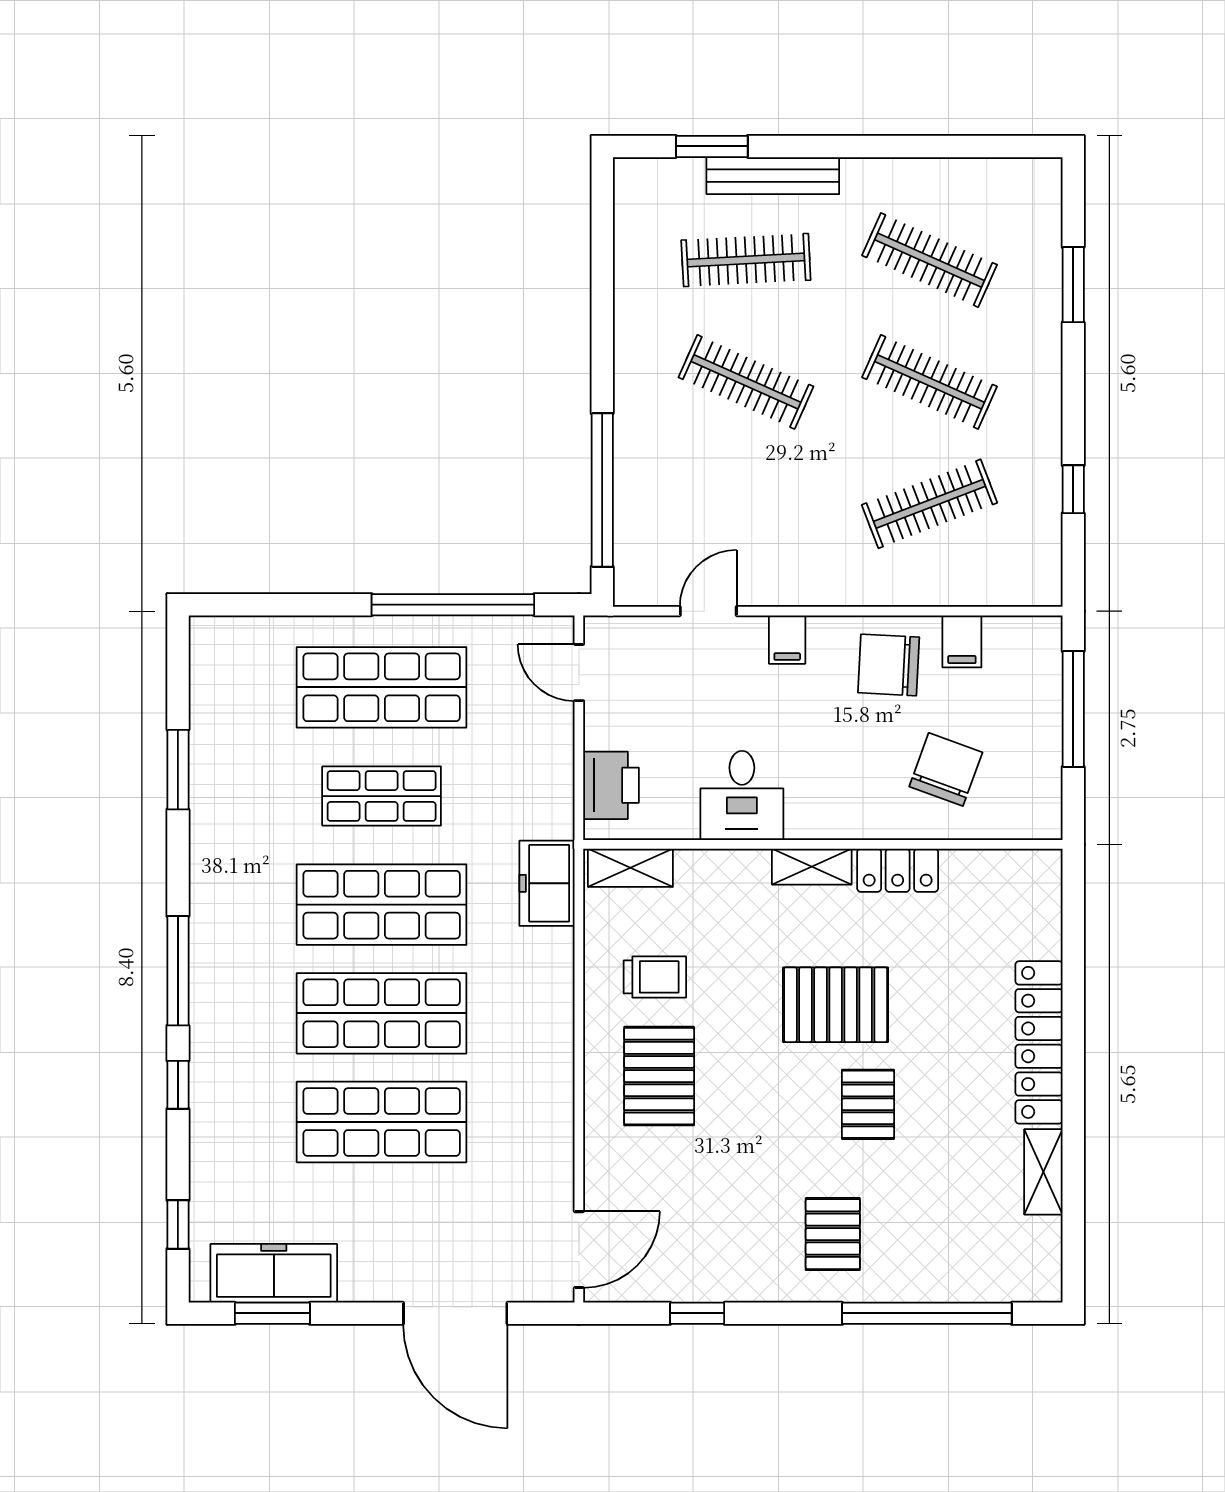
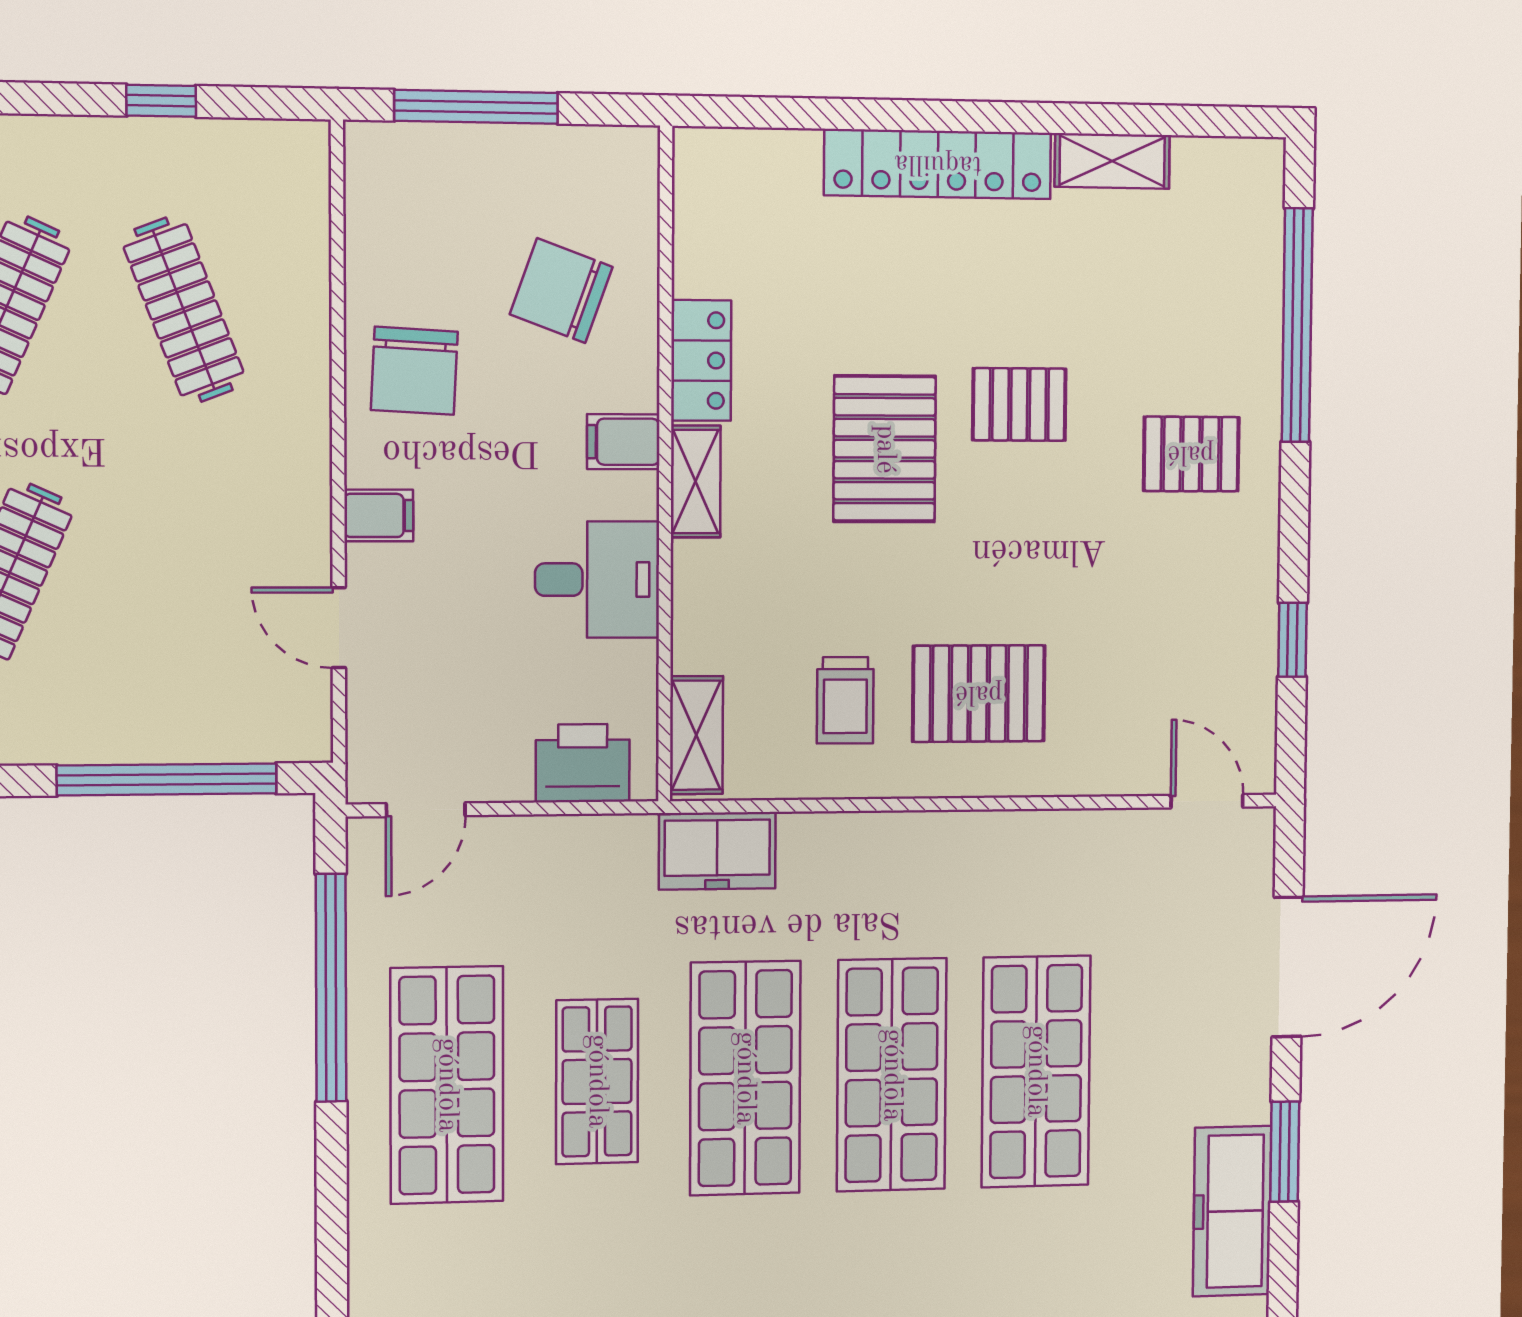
filing cabinet: (962, 641) -> (623, 442), moved, turned 180
trolley: (655, 977) -> (845, 700), turned 180
door: (579, 1250) -> (1207, 801), width x0.73
window: (272, 1313) -> (1285, 1152), moved

